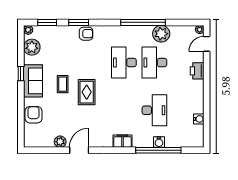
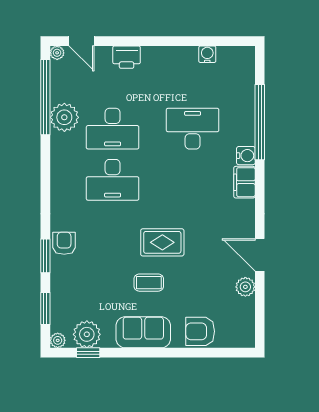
window: (143, 22) -> (45, 97), moved
window: (21, 74) -> (88, 353), moved
water cooler: (159, 142) -> (246, 156), moved

